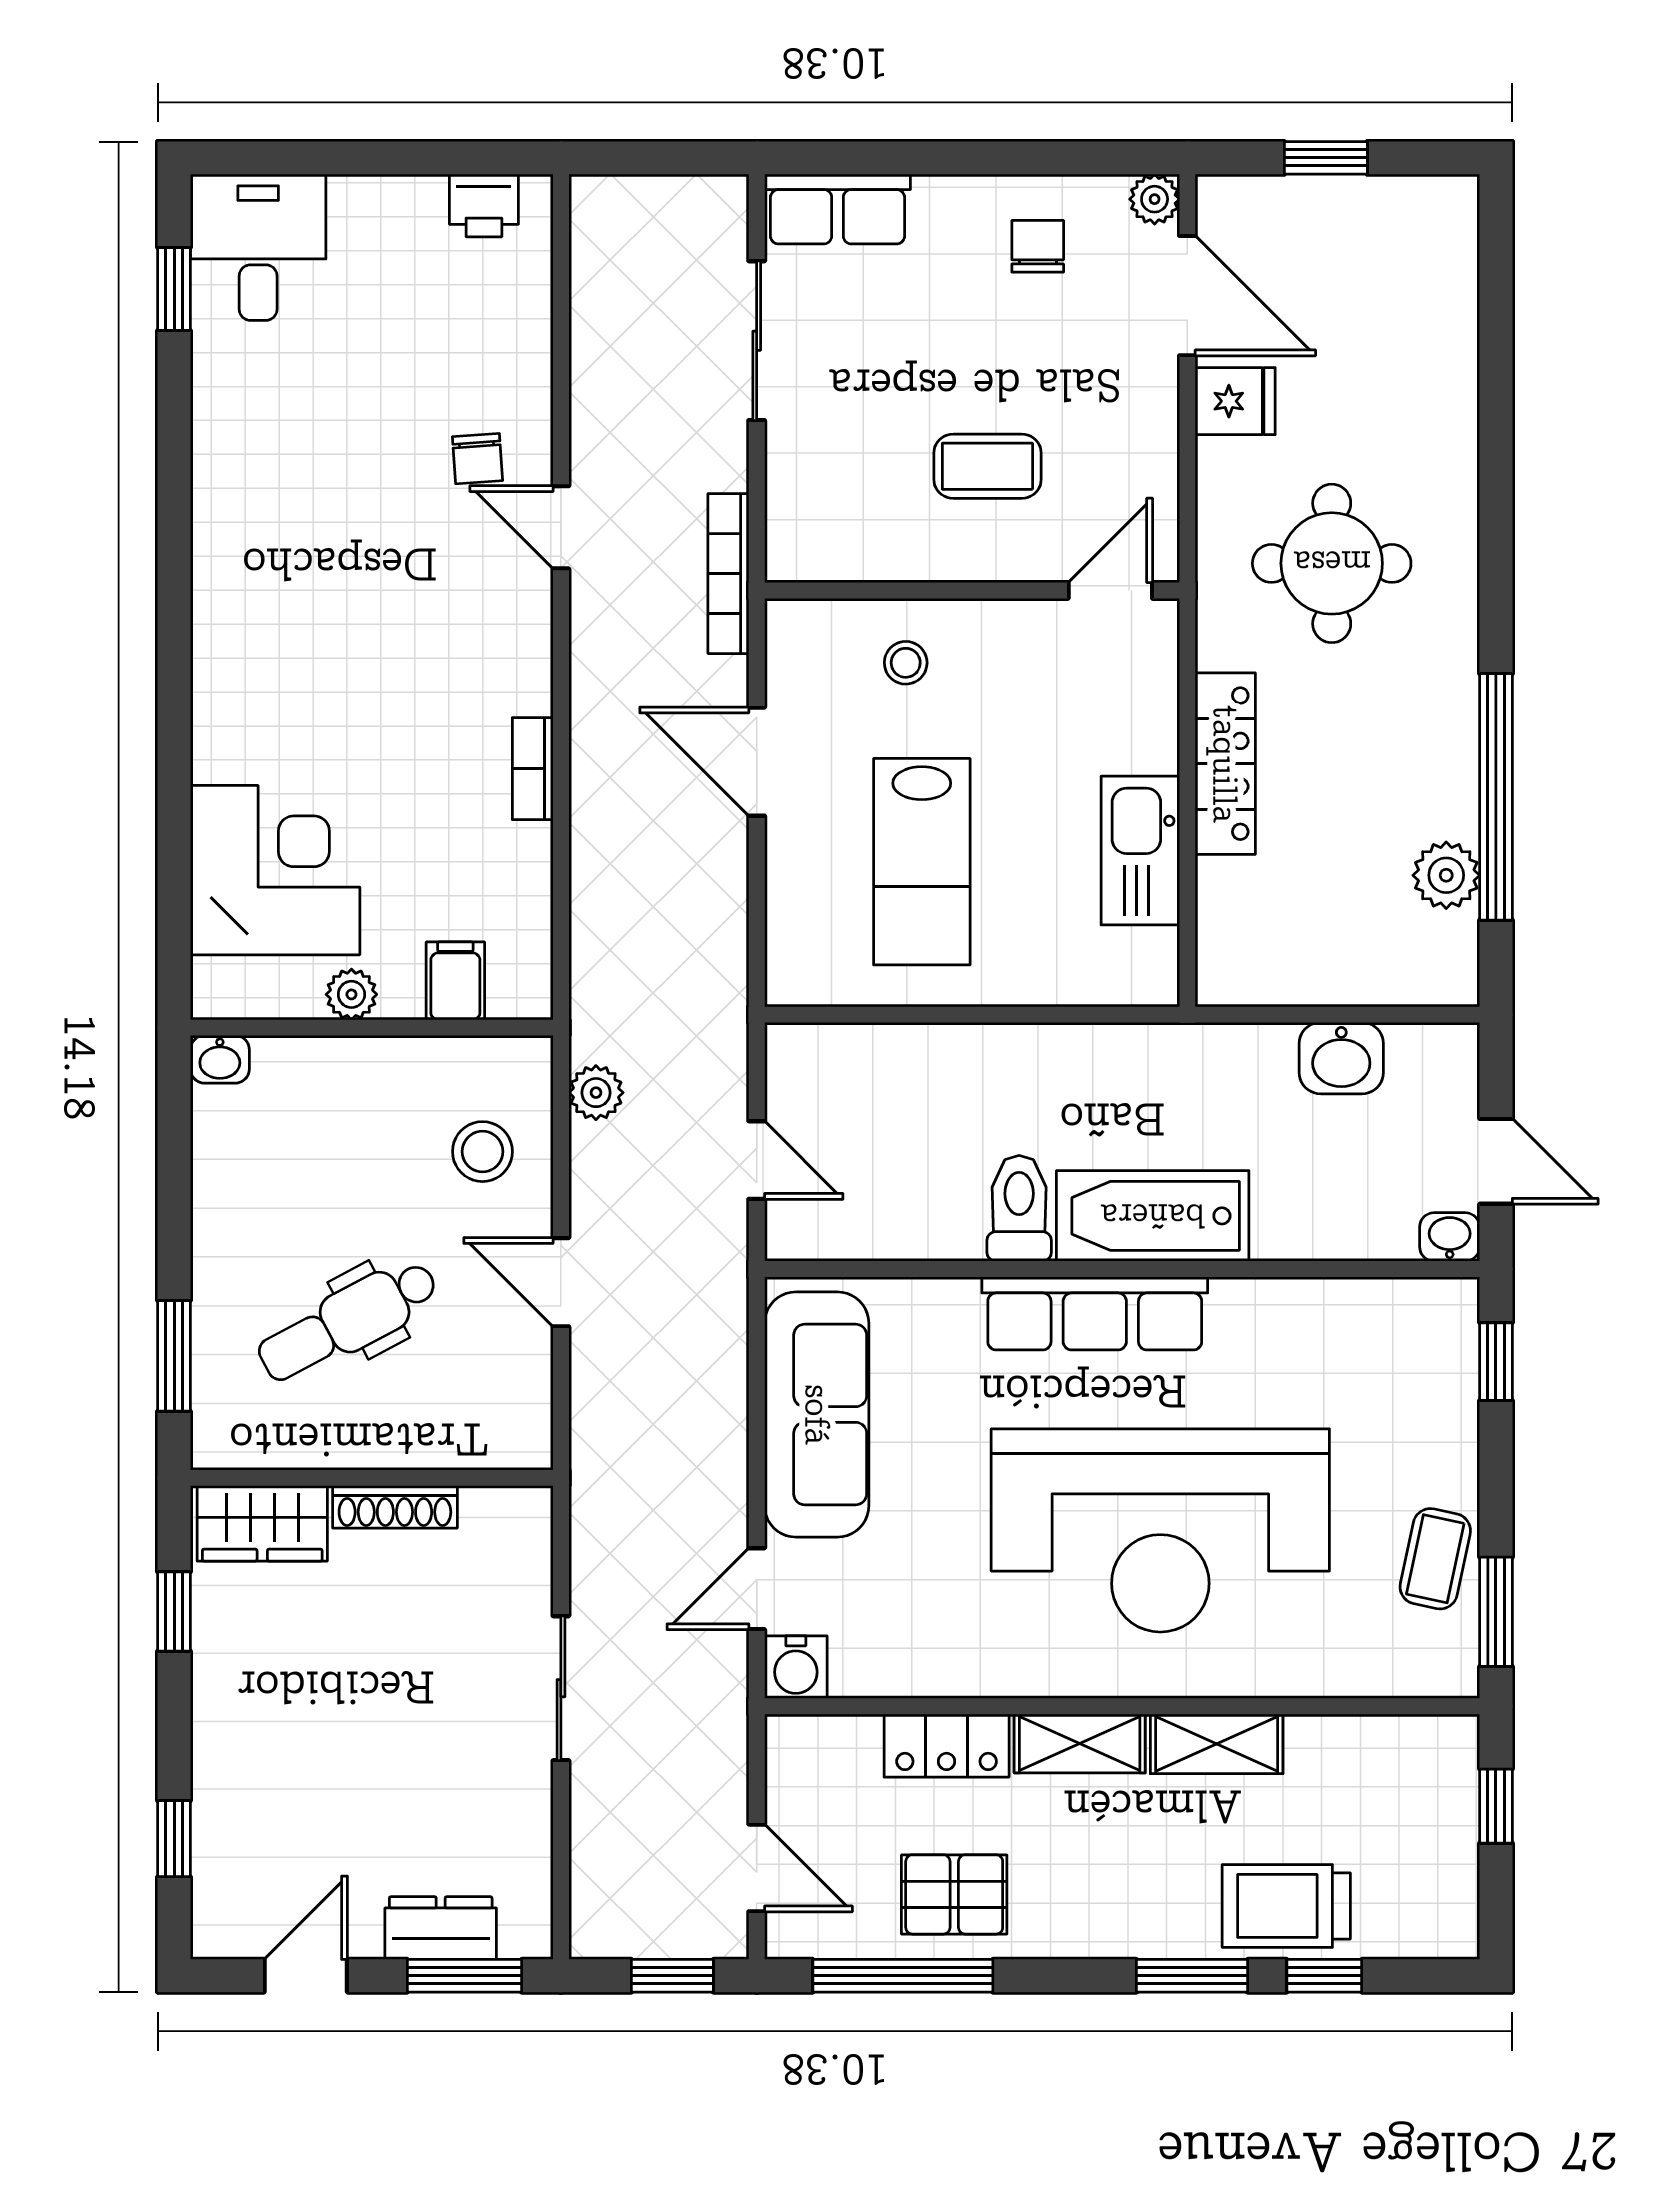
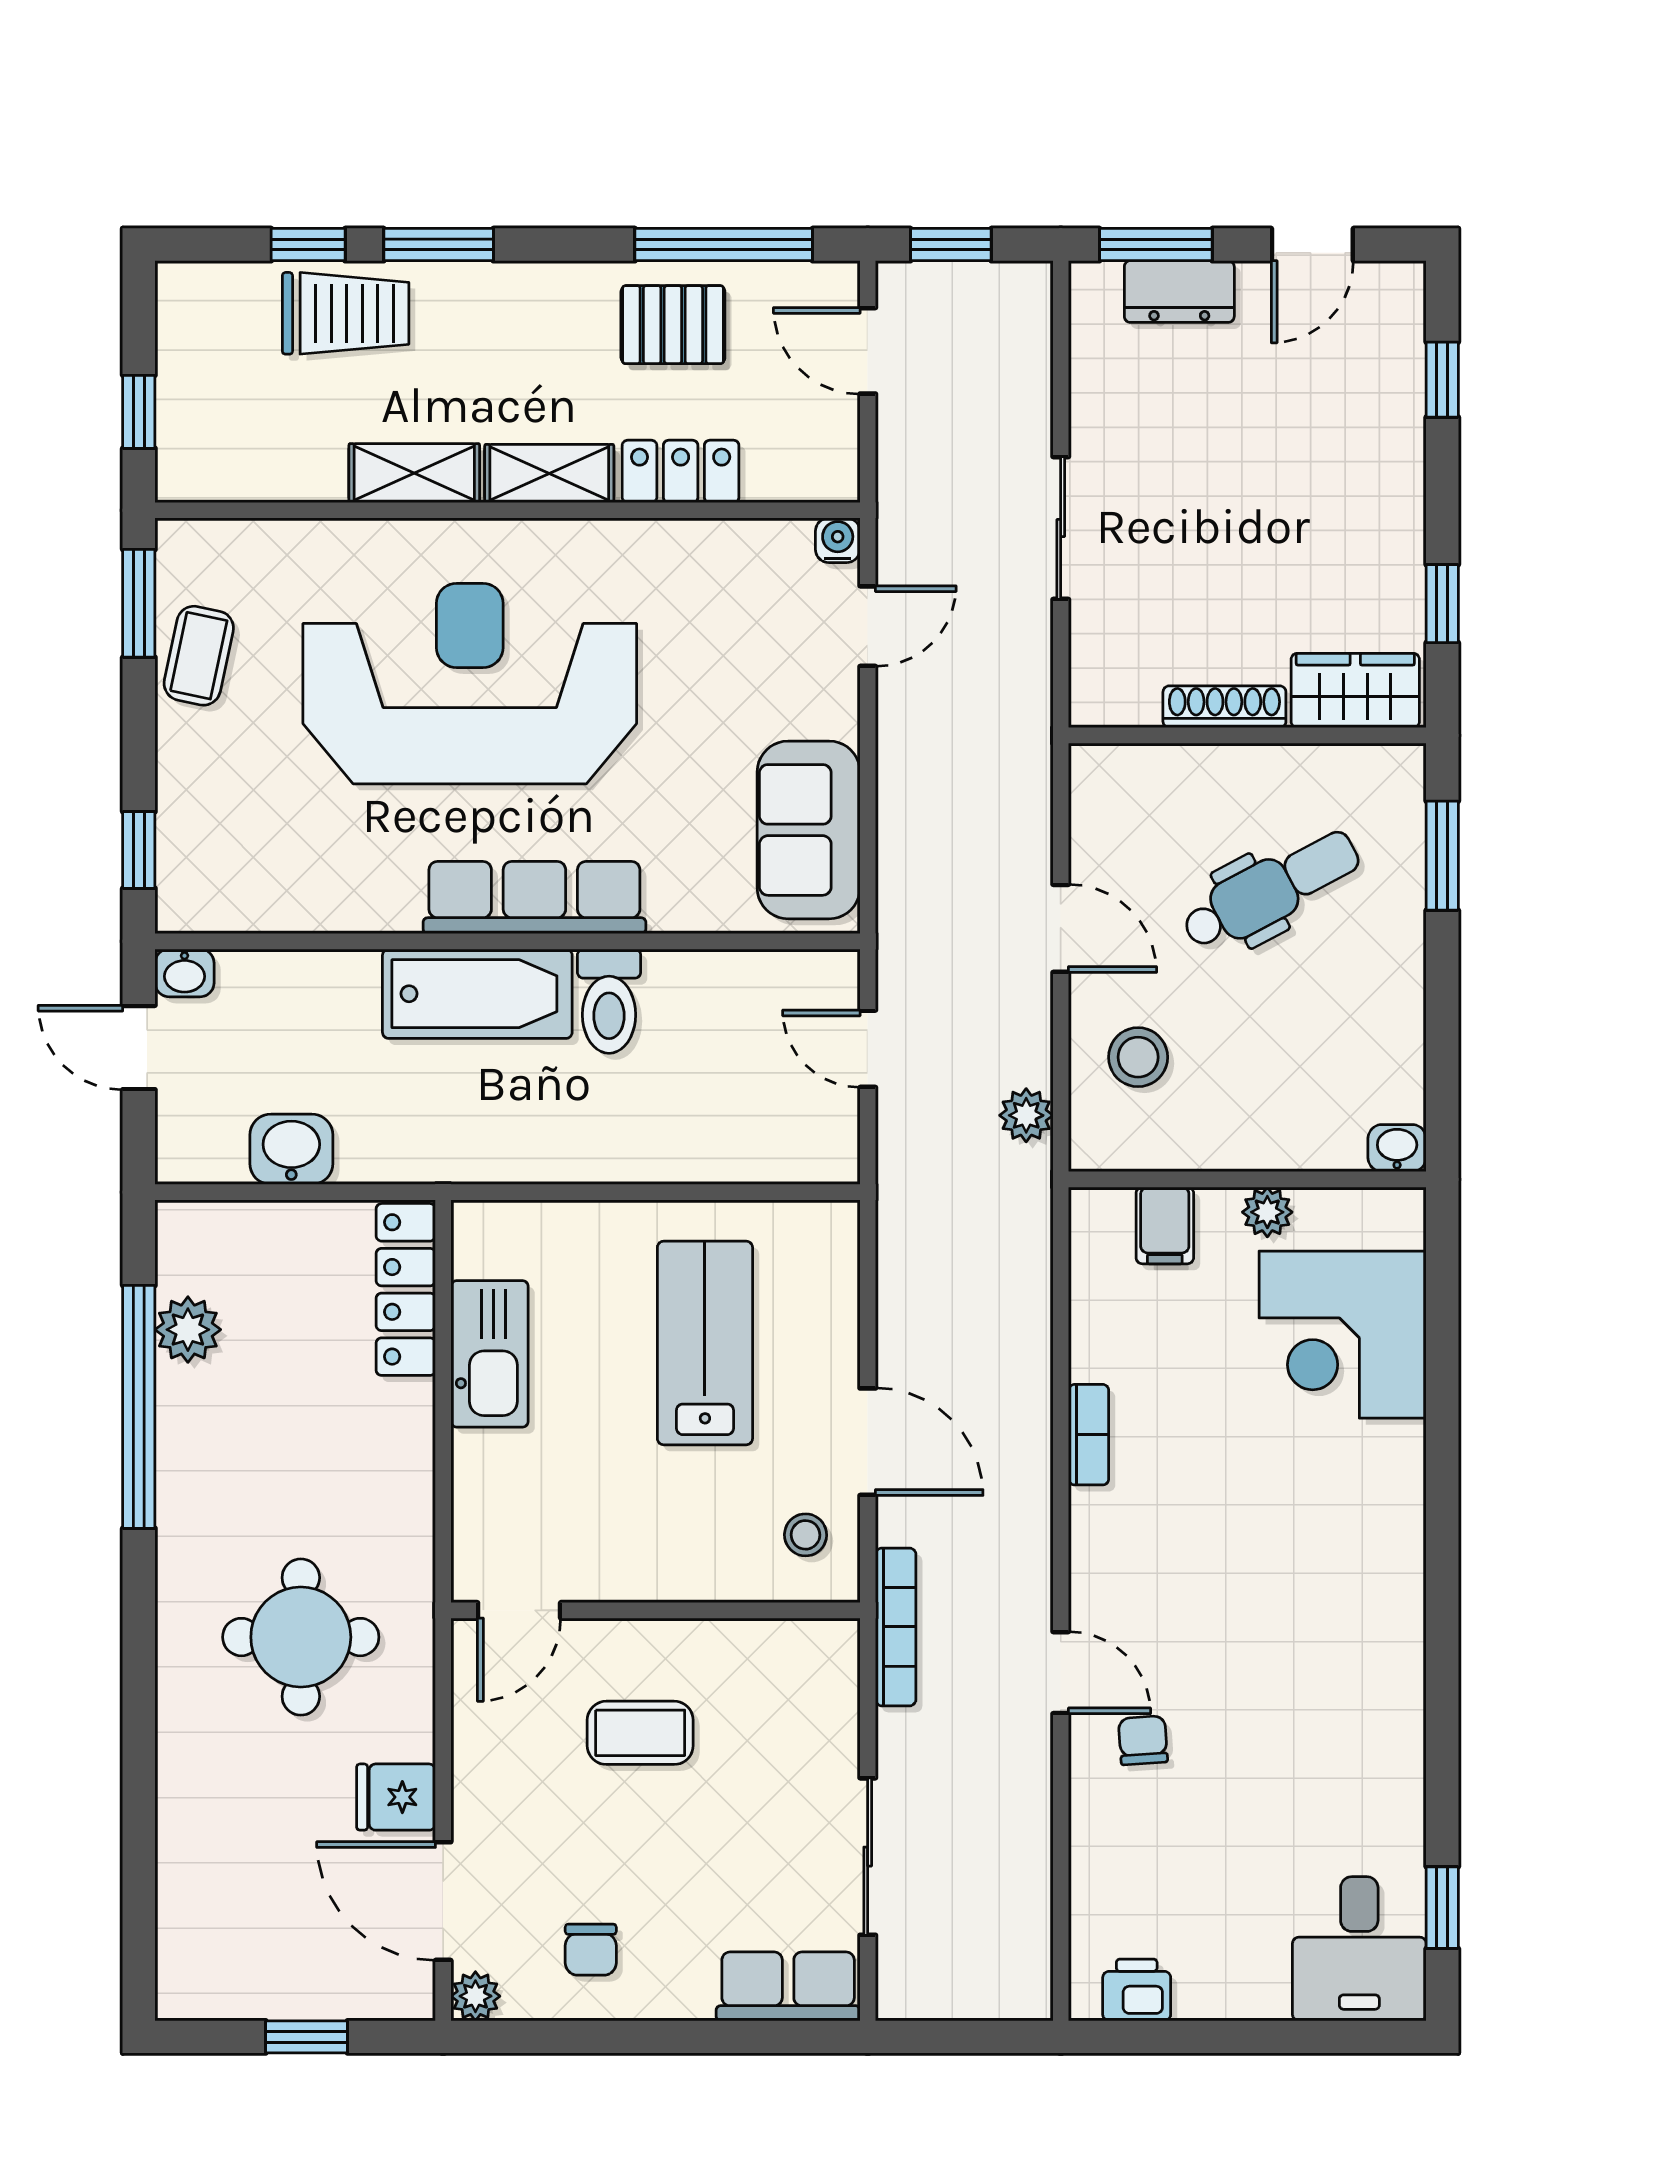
stool: (906, 663) -> (806, 1535), moved
locker: (1225, 764) -> (406, 1289), moved
sofa: (817, 1415) -> (809, 830), width x0.73
water cooler: (796, 1667) -> (838, 540), width x0.72, depth x0.72

